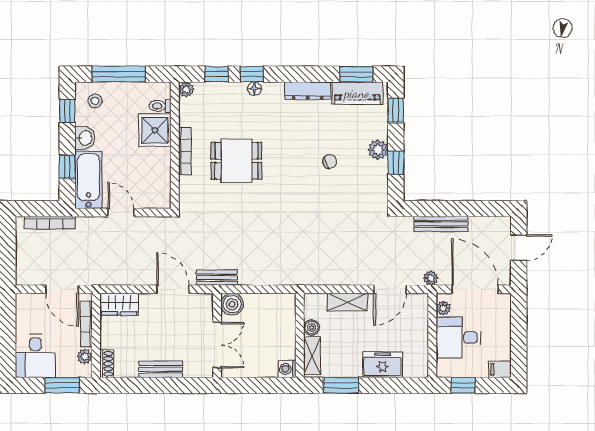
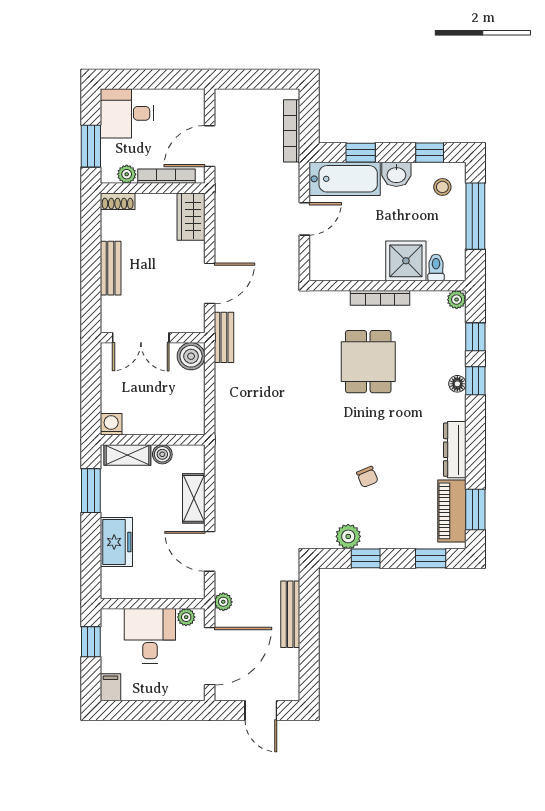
plant: (378, 150) -> (348, 536), moved

